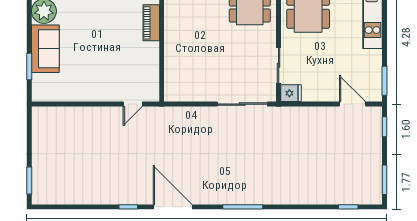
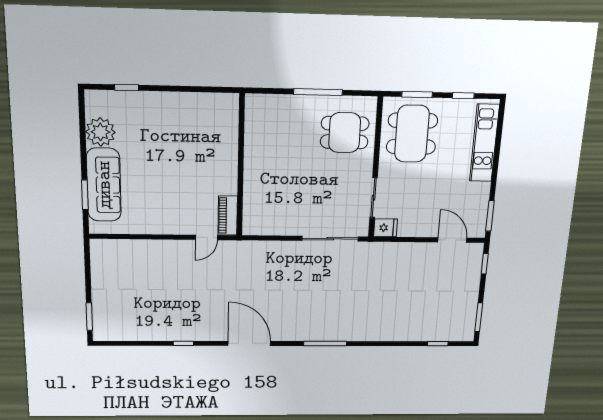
piano: (151, 23) -> (228, 216), moved
sofa: (45, 49) -> (104, 185), width x1.36
window: (128, 207) -> (183, 343), moved

